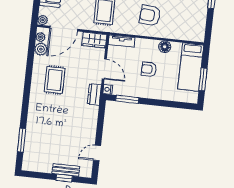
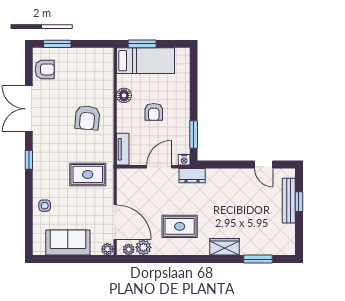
wardrobe: (94, 40) -> (225, 247), moved, turned -90
window: (203, 79) -> (142, 44), moved
bench: (66, 170) -> (289, 201), width x1.36

